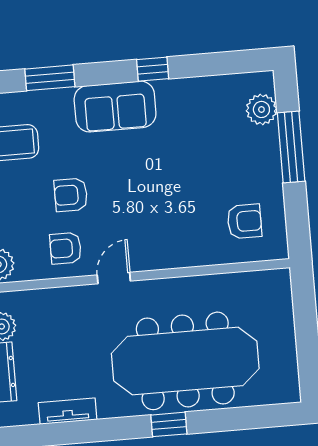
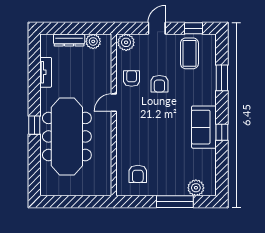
sofa: (115, 107) -> (204, 127), moved
armchair: (71, 195) -> (159, 84), turned 180
door: (114, 278) -> (114, 103), swing flipped

